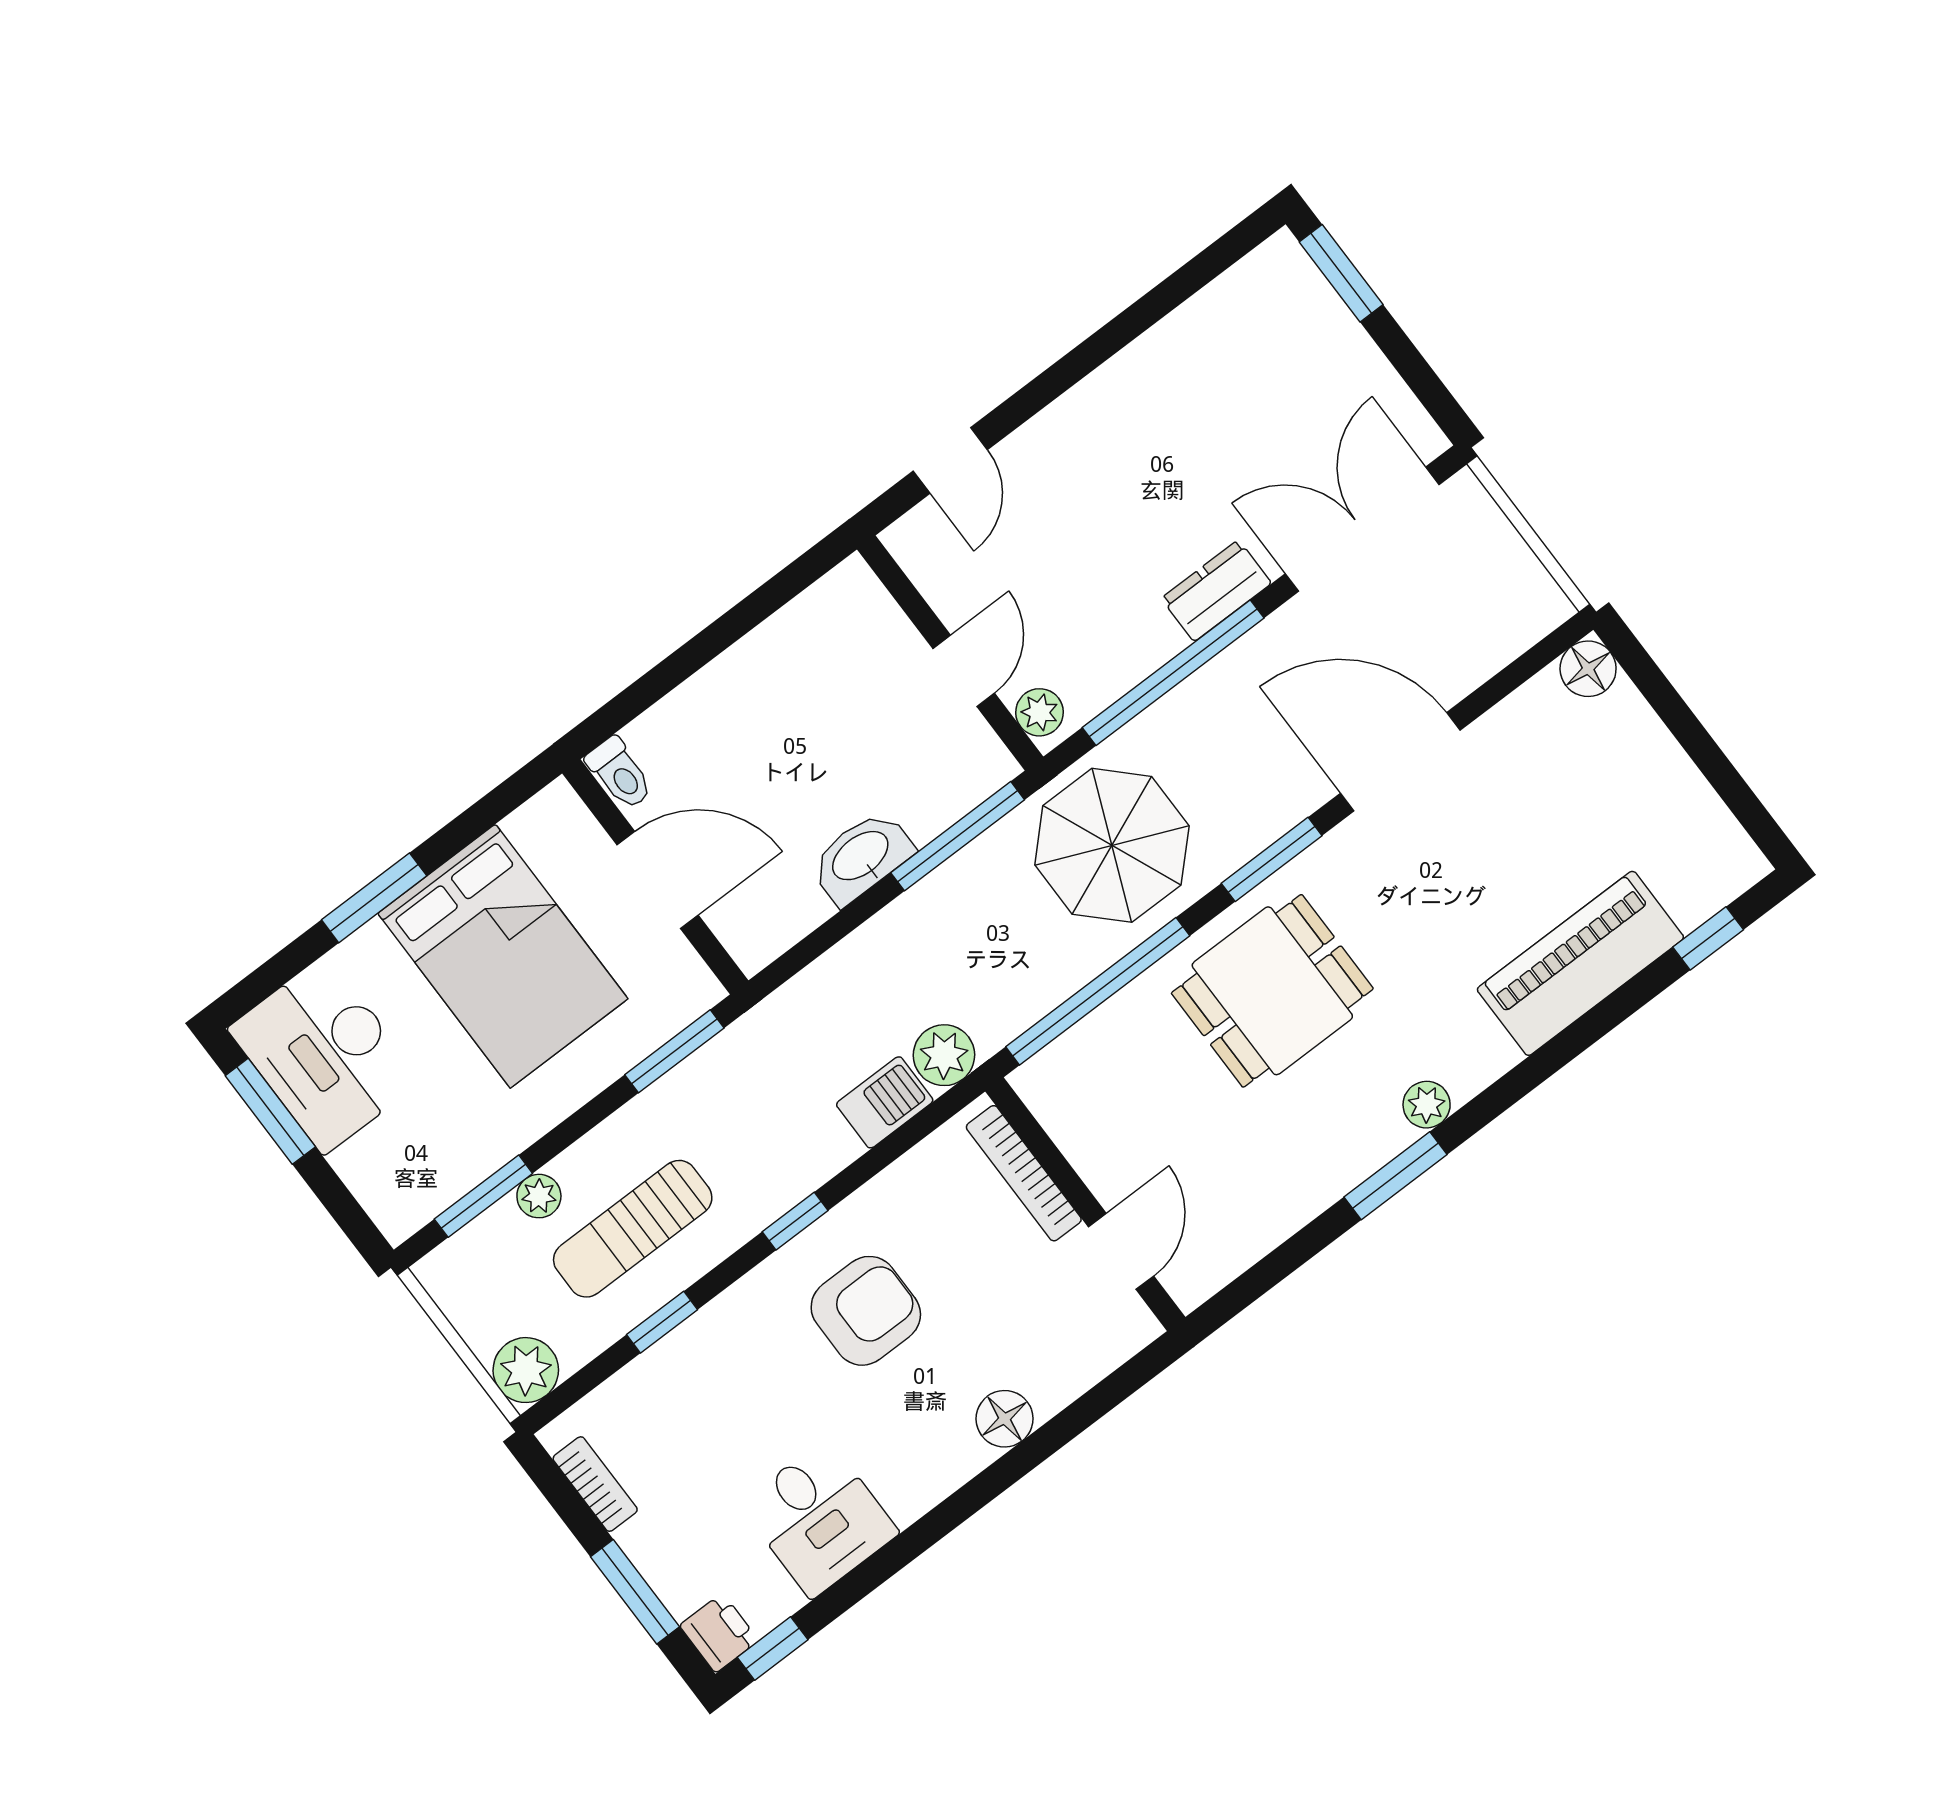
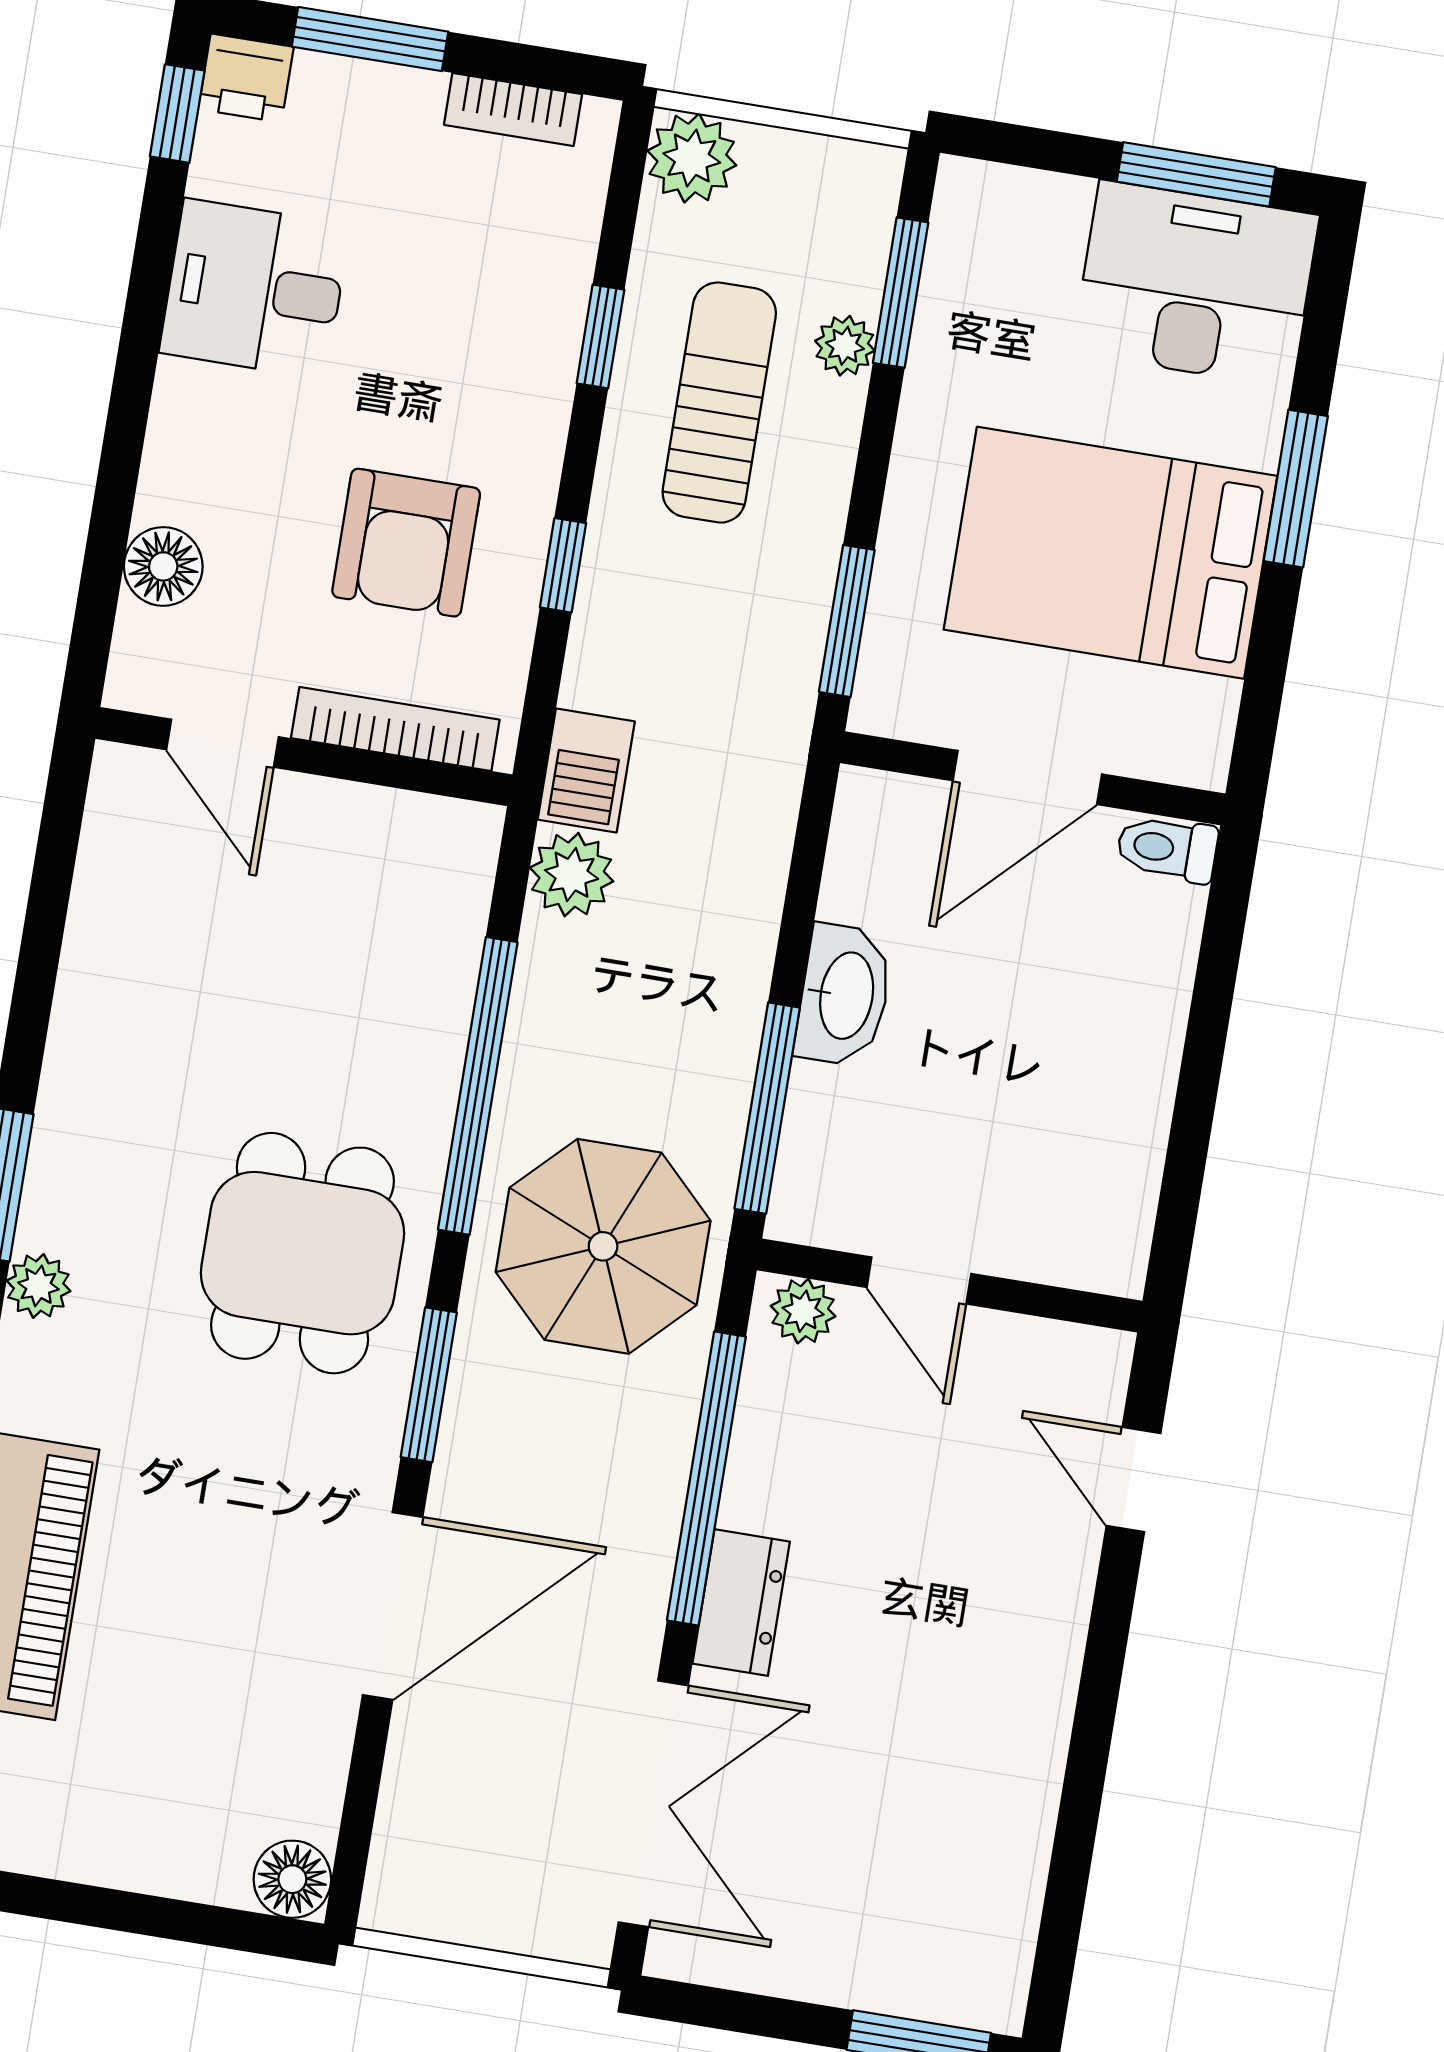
bookcase: (1024, 1173) -> (395, 729), moved
wall: (1085, 1204) -> (304, 757), moved
door: (1121, 1251) -> (222, 743), moved

